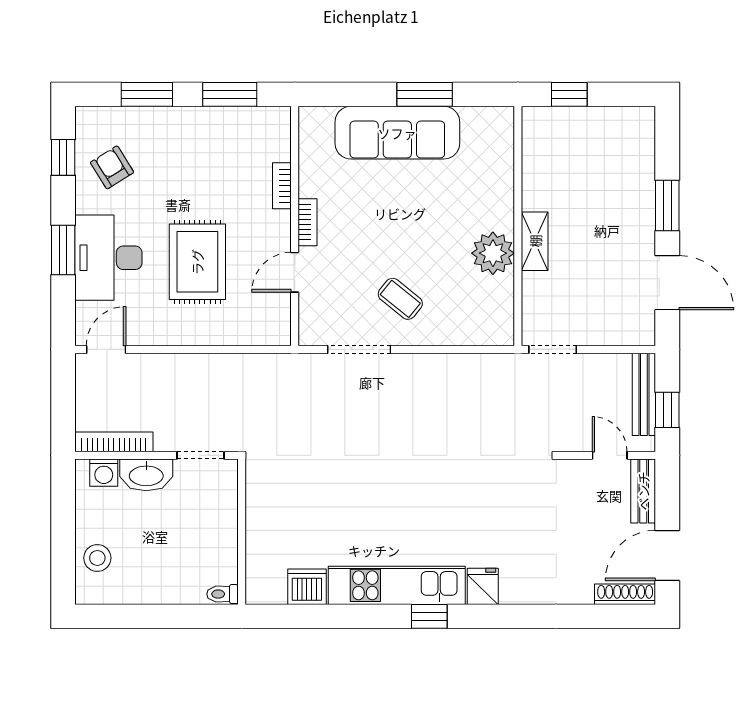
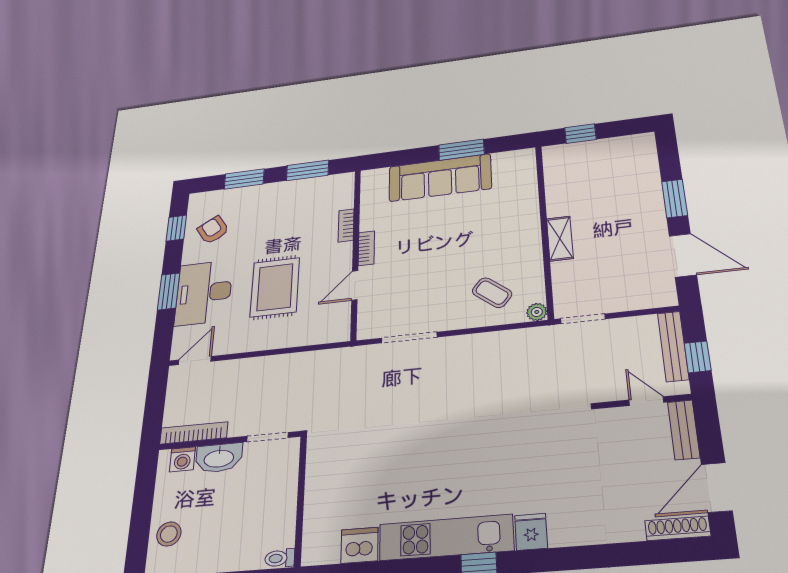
plant: (493, 253) -> (537, 312), moved, width x0.53, depth x0.53
coffee table: (400, 299) -> (492, 293), moved

